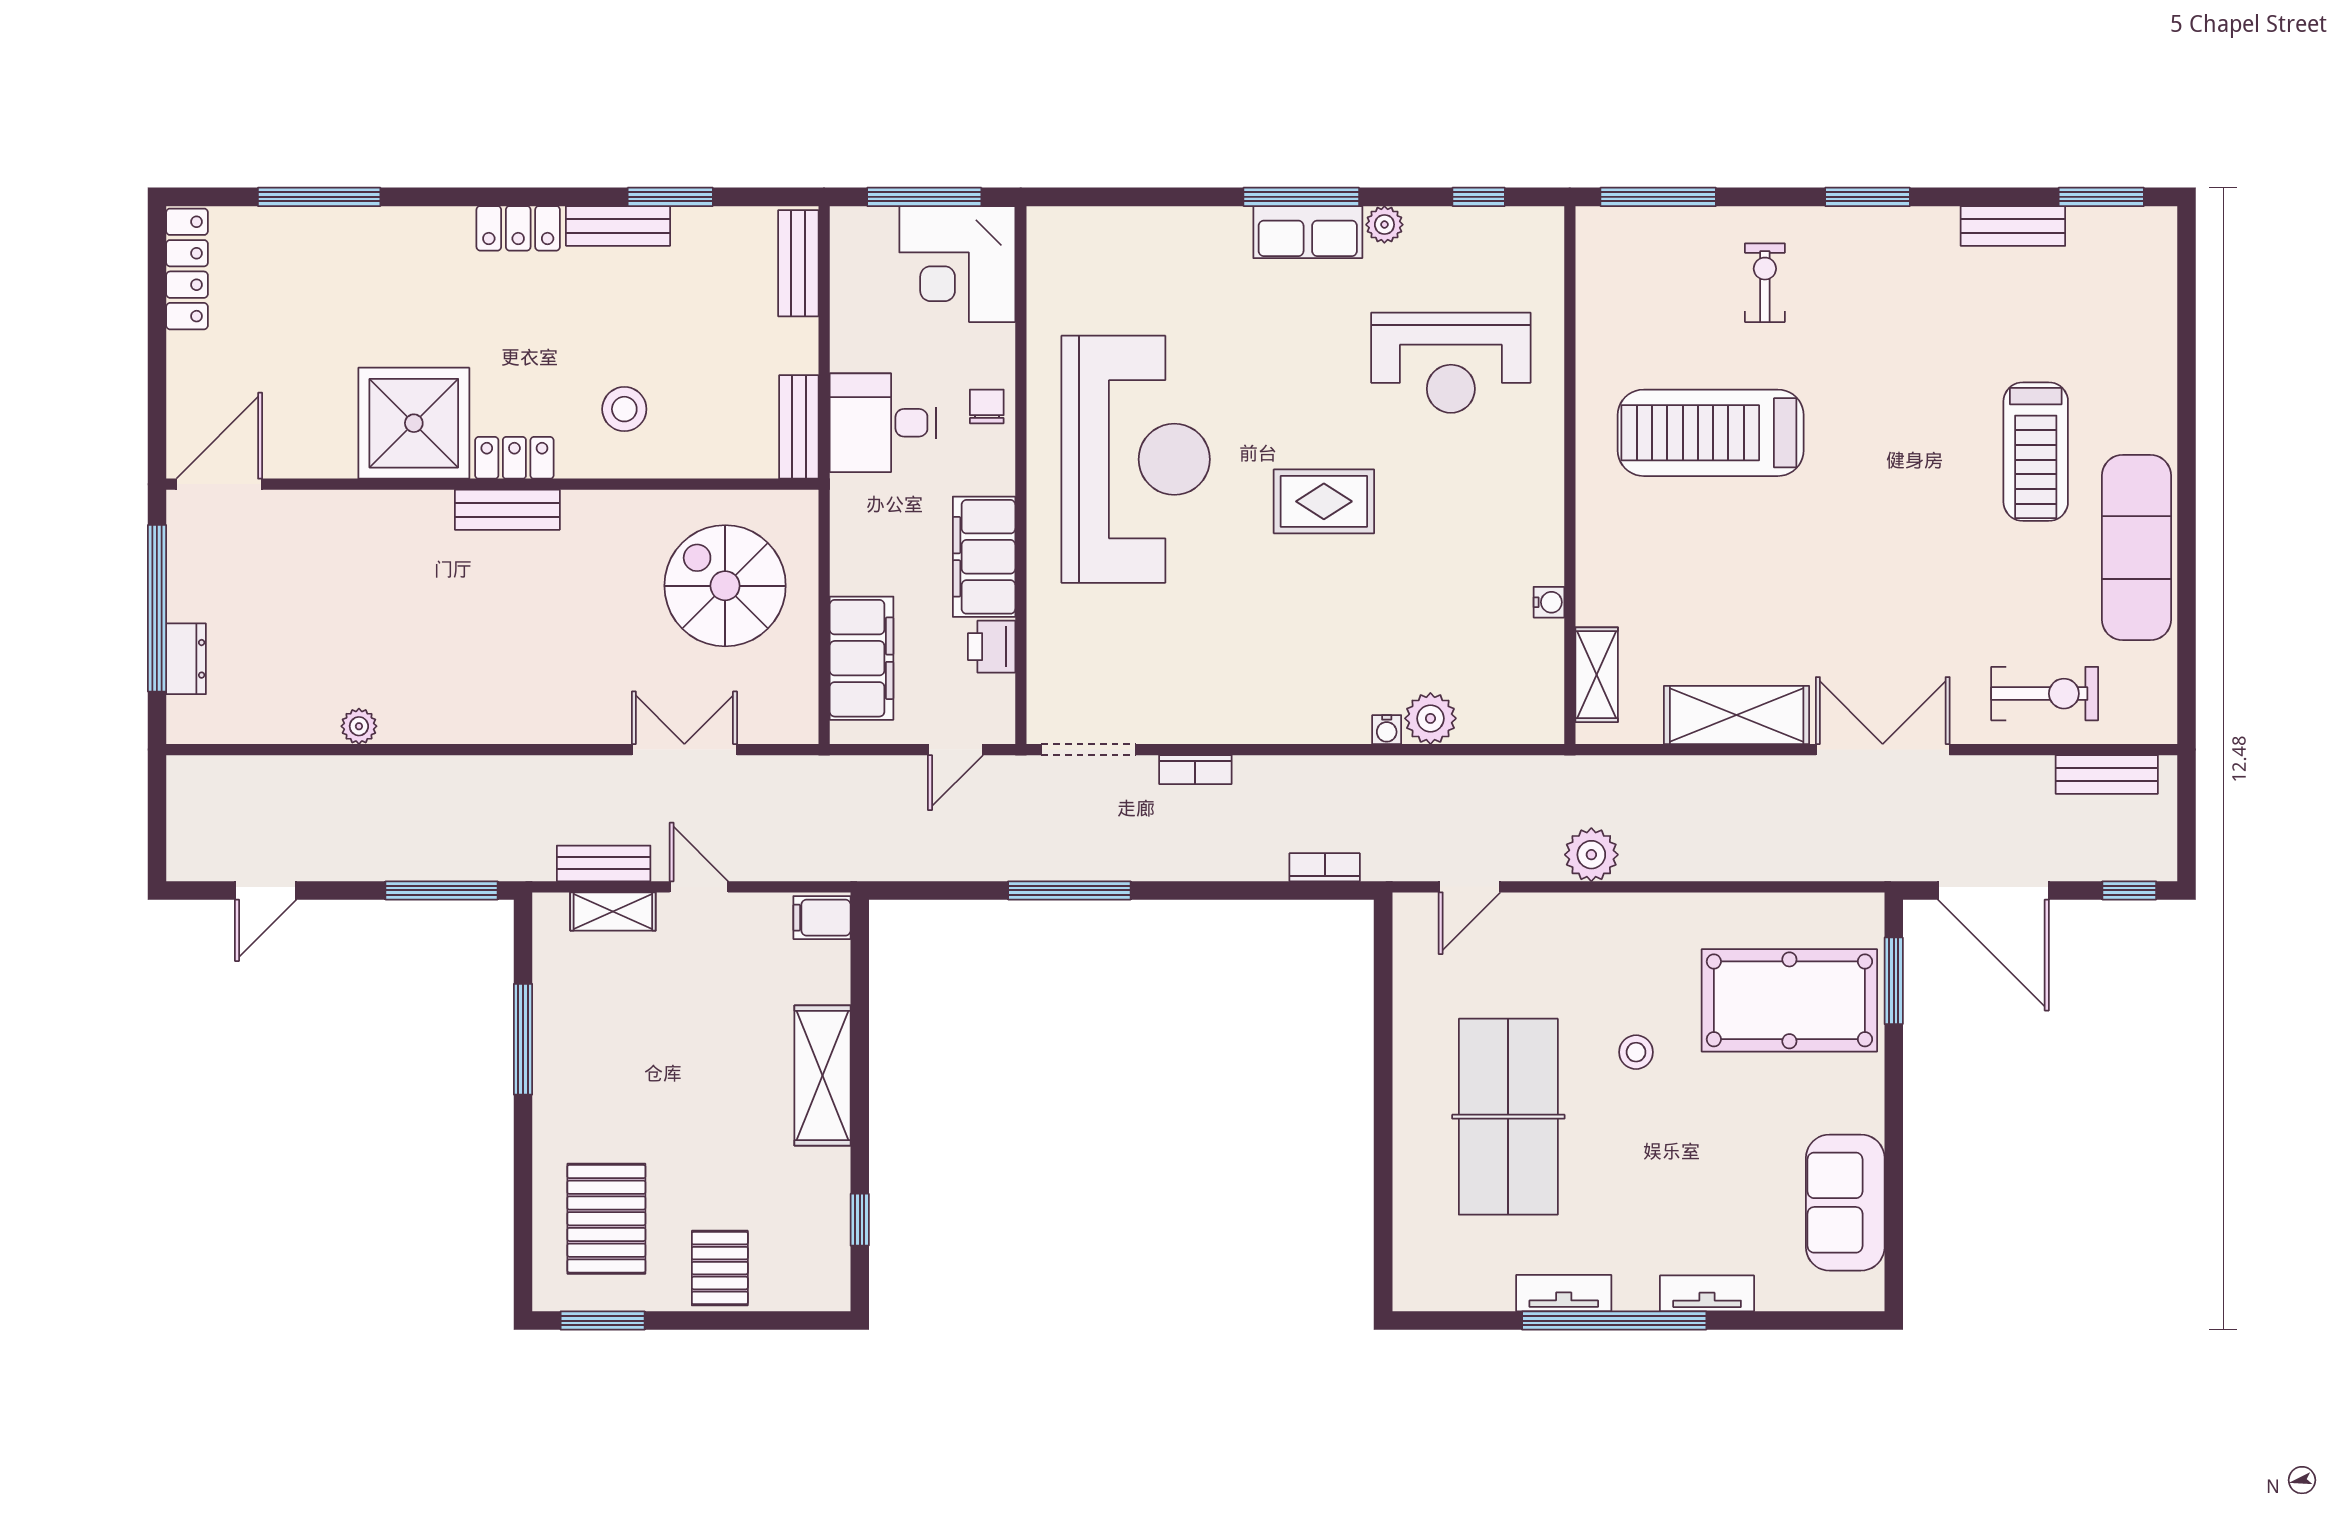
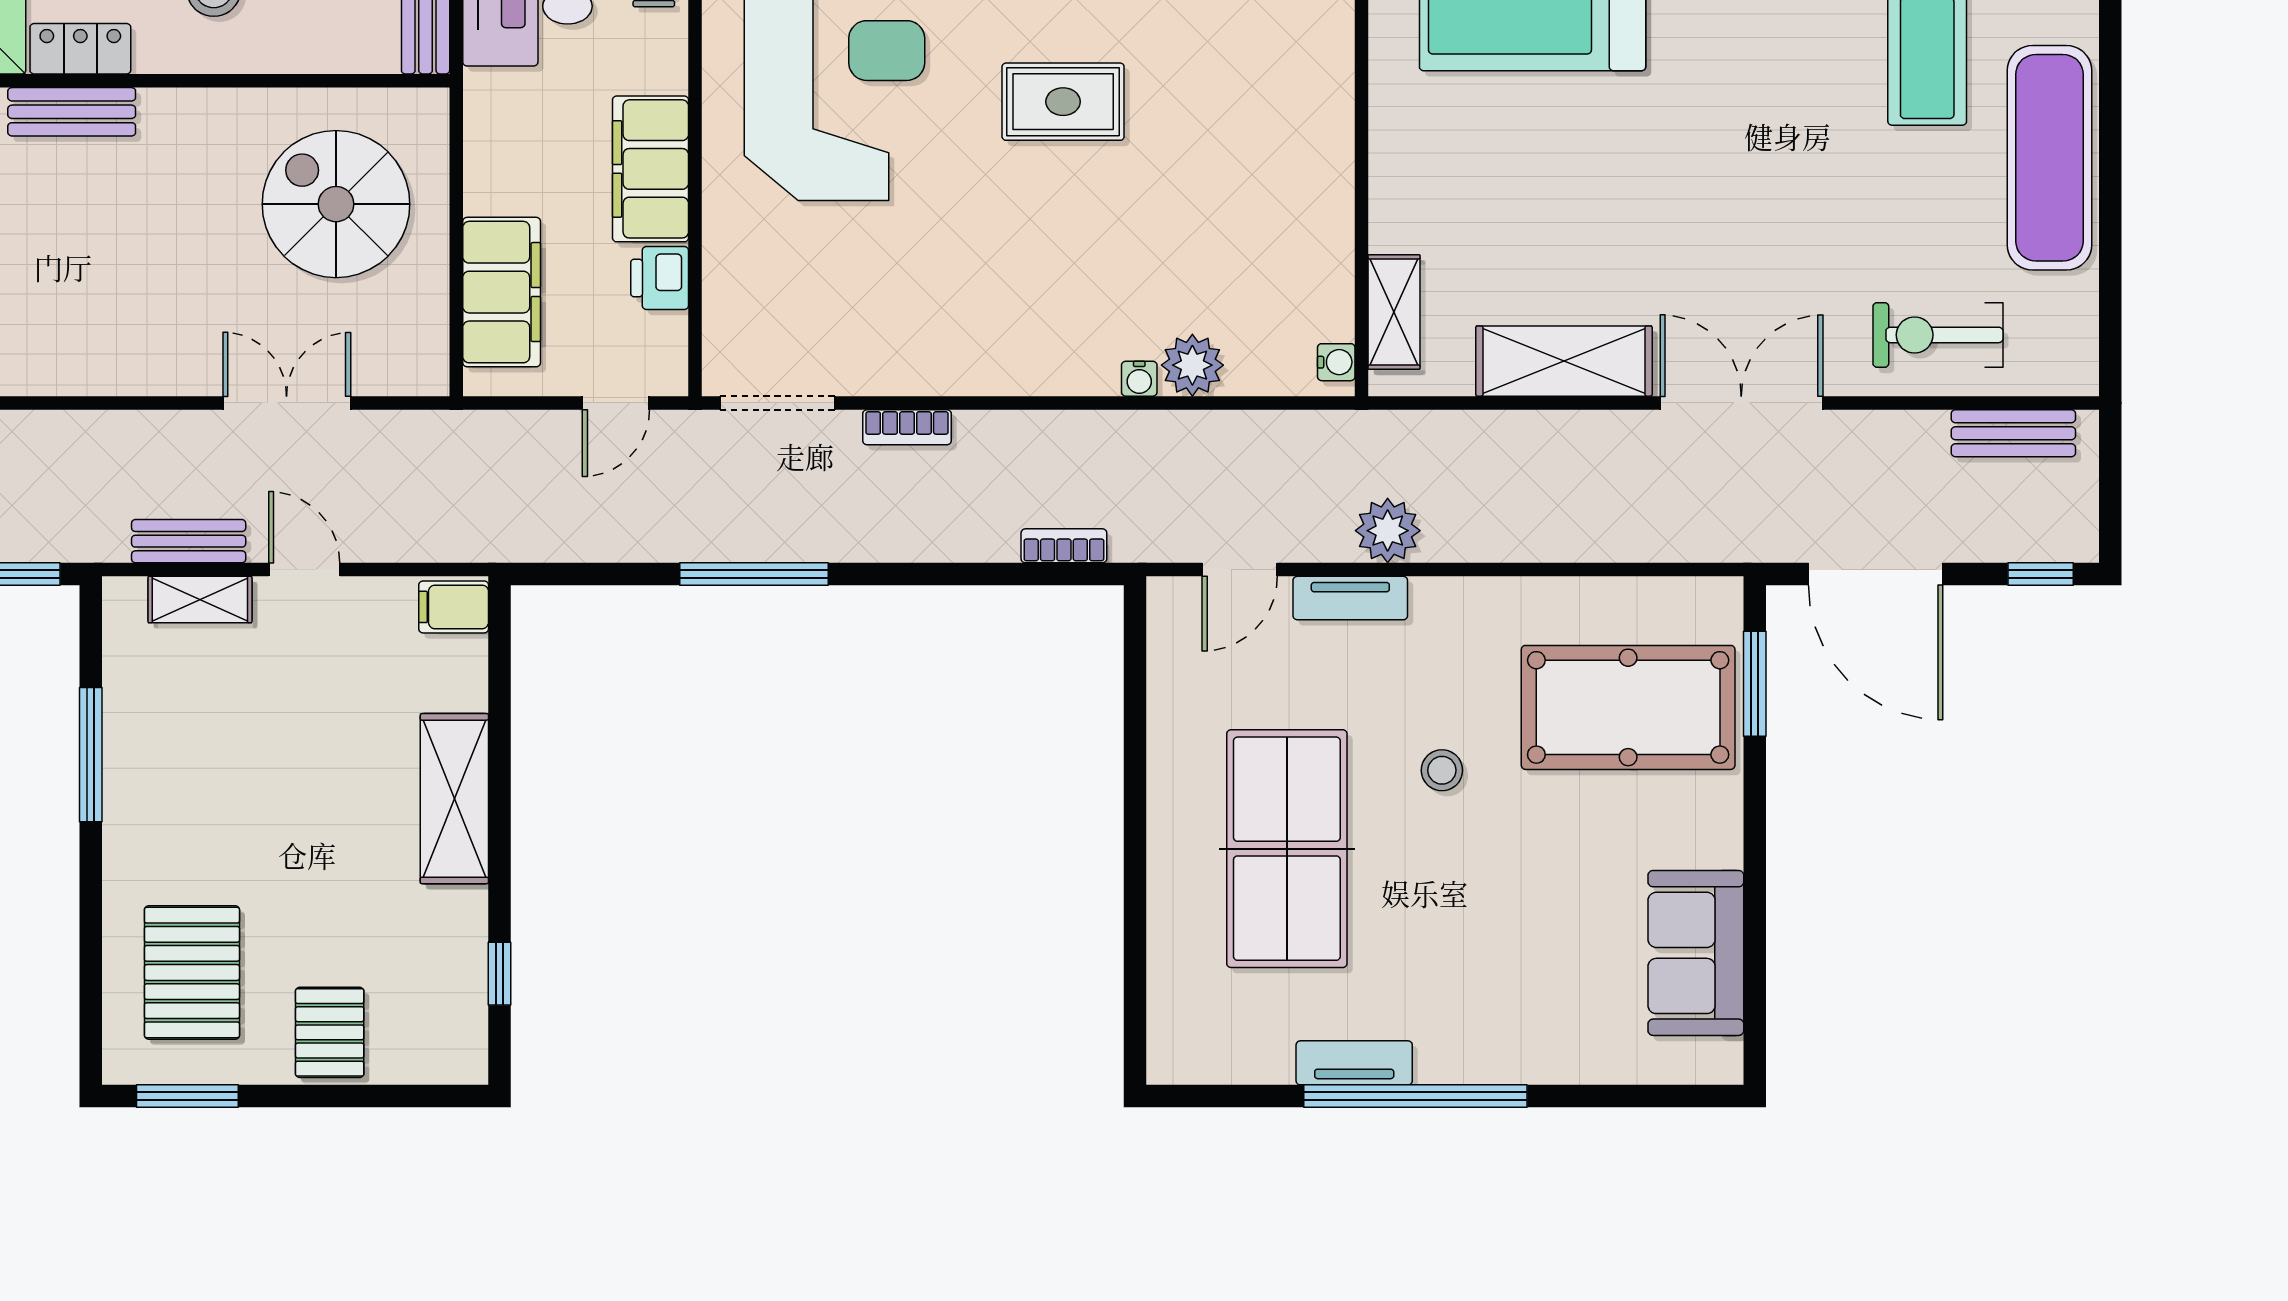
water cooler: (1549, 602) -> (1336, 362), moved
exercise bike: (2045, 694) -> (1938, 335), turned 180
tv unit: (1707, 1293) -> (1350, 598), moved, turned 180

